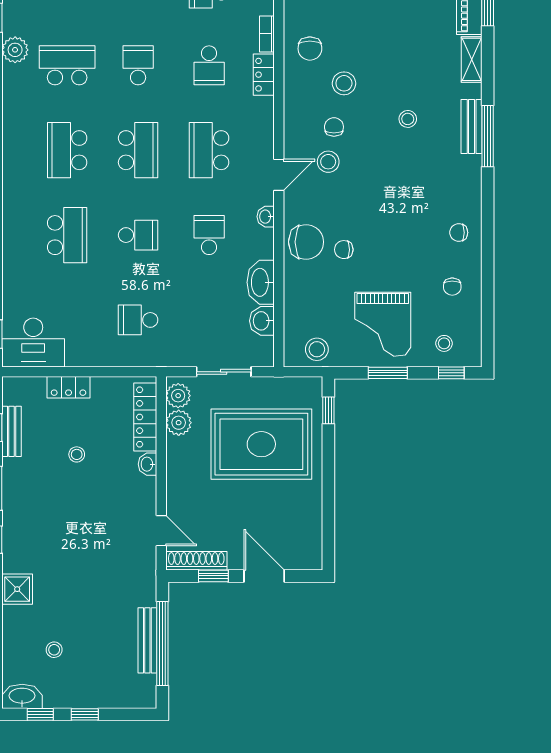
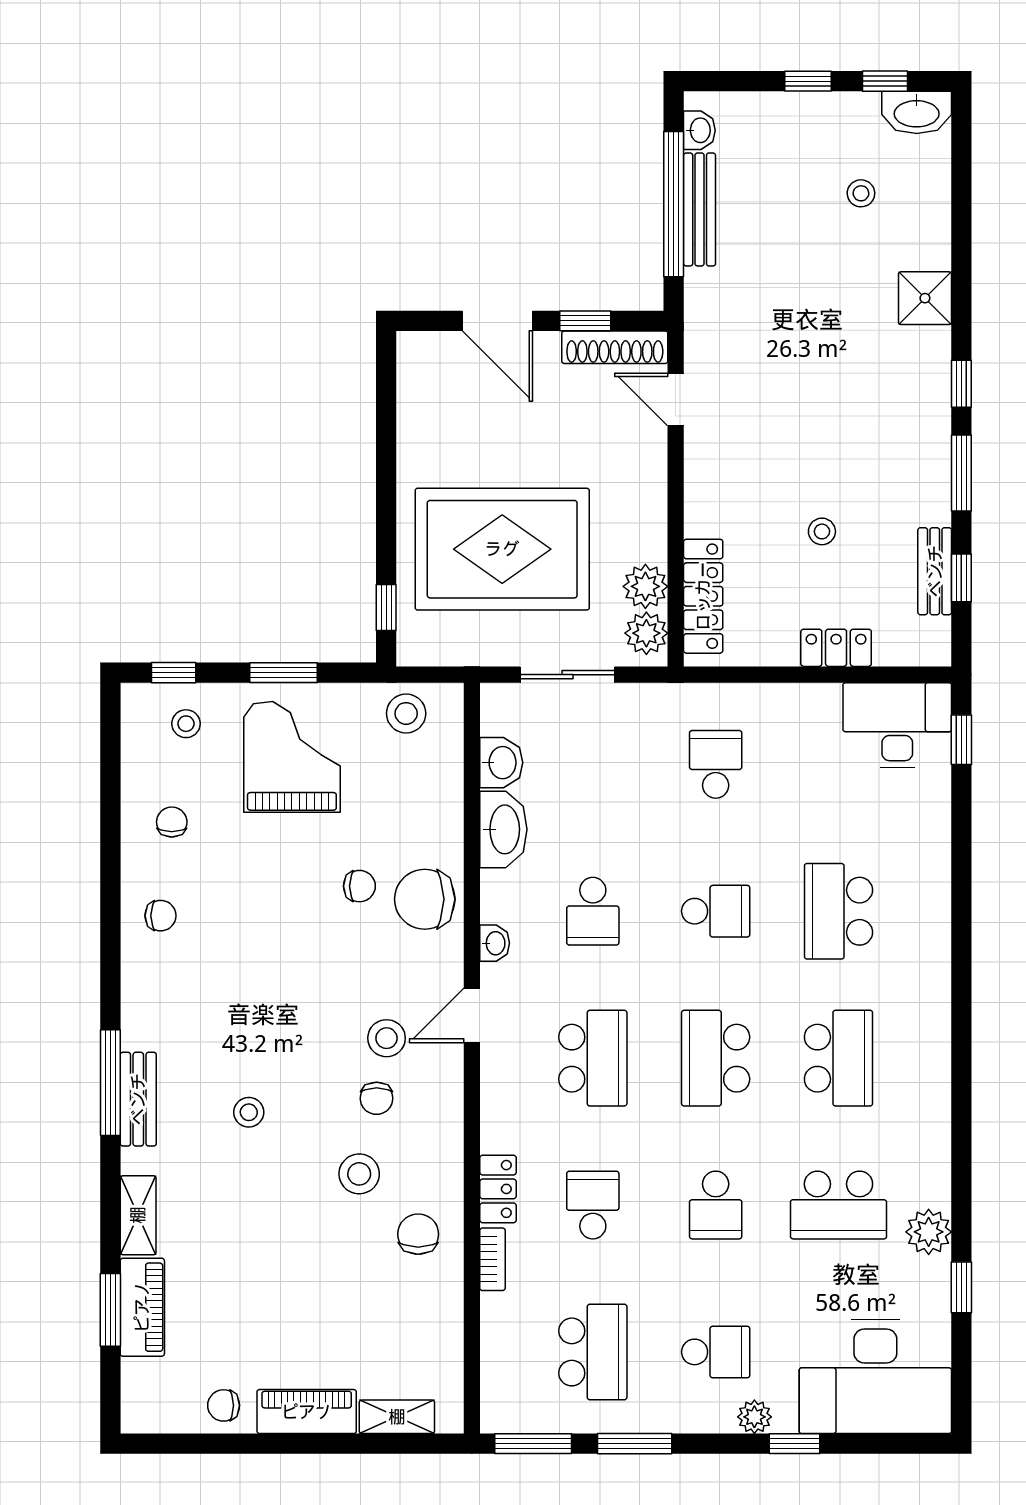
school desk: (138, 235) -> (716, 911), turned 180
school desk: (138, 320) -> (716, 764), turned -90
washbasin: (147, 464) -> (699, 130), moved

